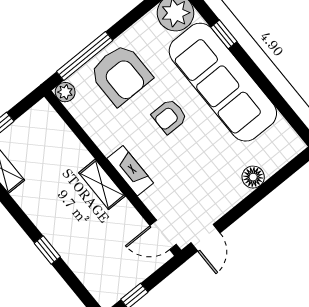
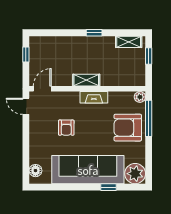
armchair: (169, 116) -> (66, 128), moved, turned 180
fireplace: (130, 171) -> (94, 97), moved
floor lamp: (253, 177) -> (35, 171), moved
window: (47, 250) -> (94, 33), moved

